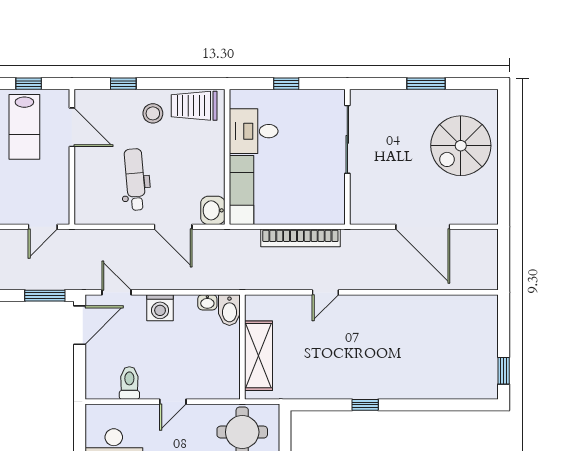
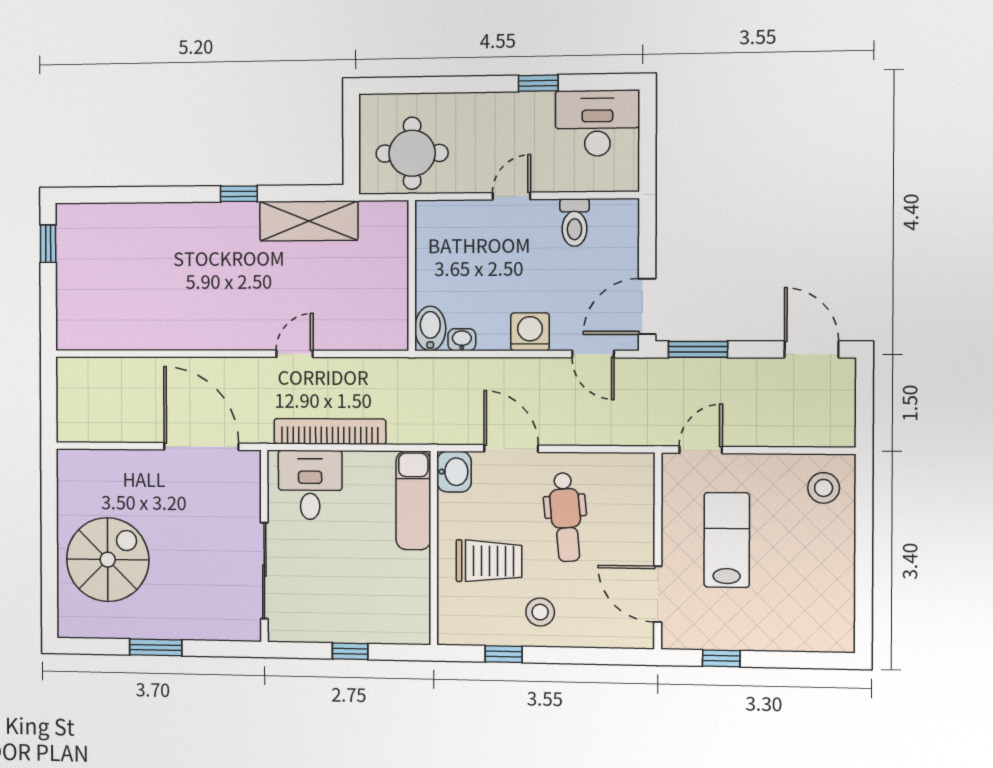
window: (123, 84) -> (504, 654), moved
trolley: (194, 106) -> (489, 561), moved
lab bench: (24, 127) -> (727, 540), moved
desk: (254, 131) -> (310, 485), moved, turned -90
door: (423, 227) -> (201, 446), moved
shelving: (259, 356) -> (309, 221), moved, turned 90

